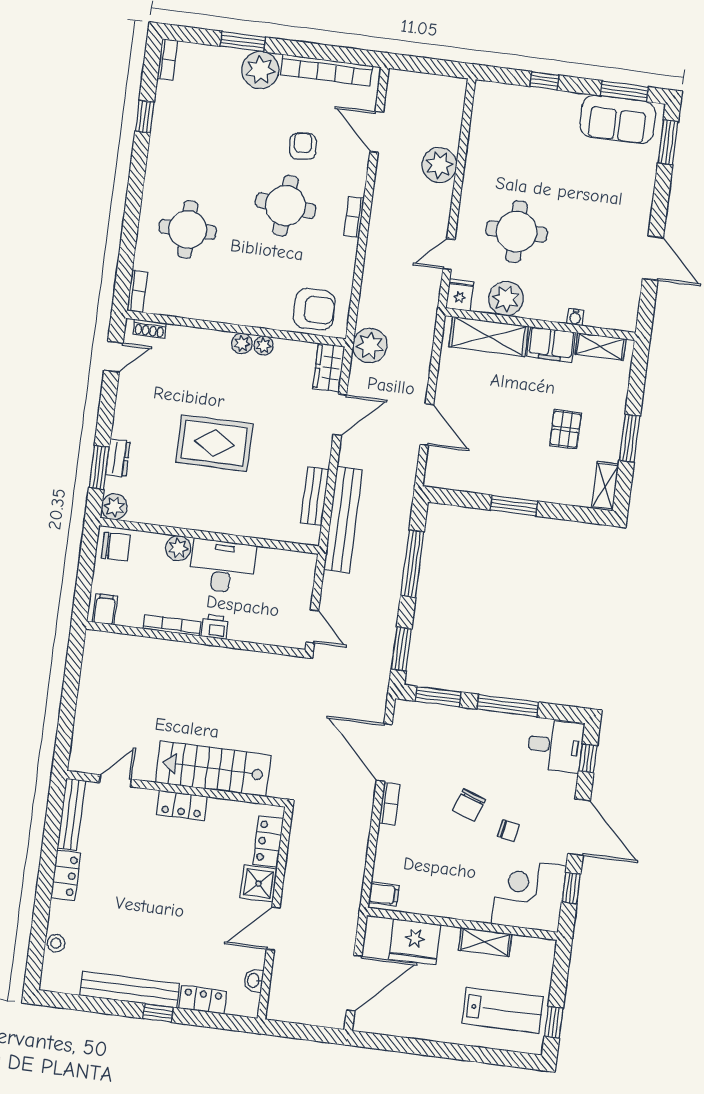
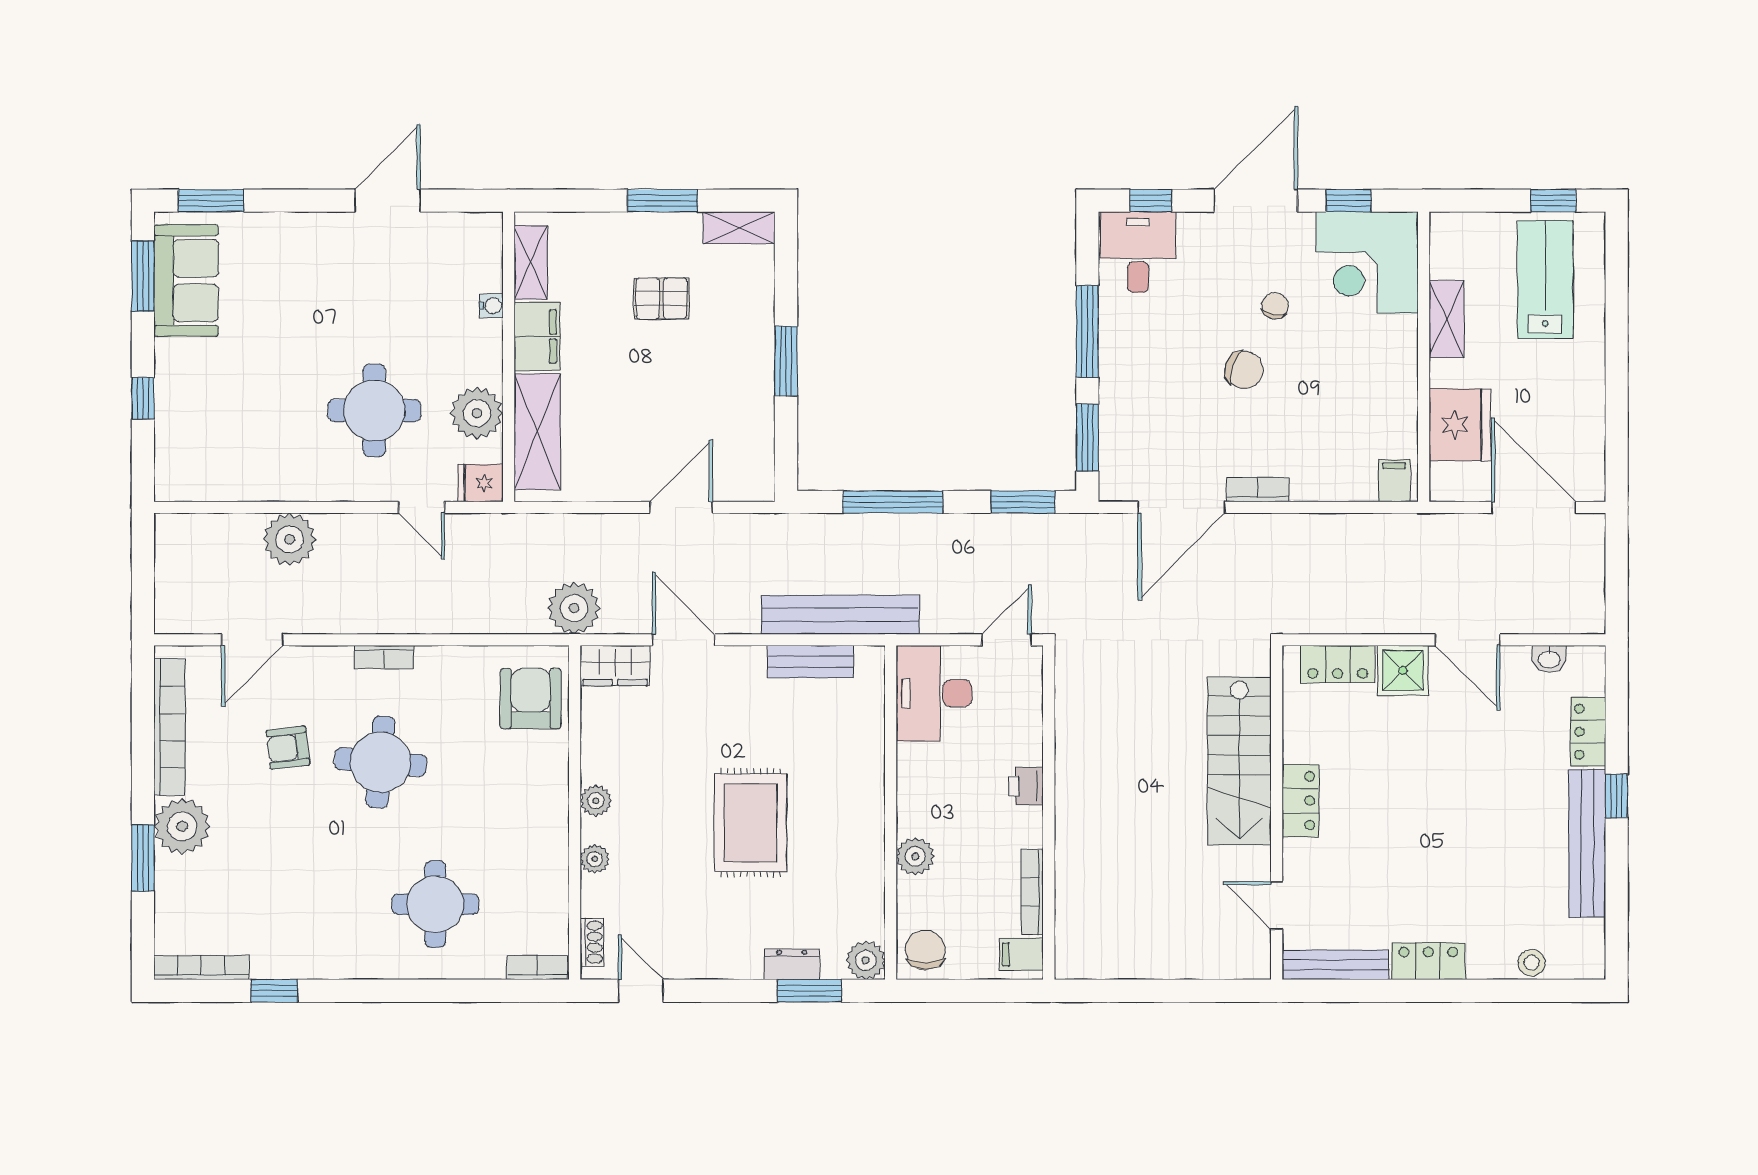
bookcase: (168, 59) -> (201, 968), width x1.56
plant: (264, 346) -> (595, 859), moved
desk: (222, 566) -> (934, 693), moved
bookcase: (172, 625) -> (1032, 892), moved

